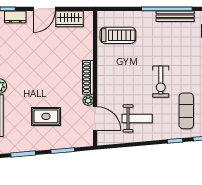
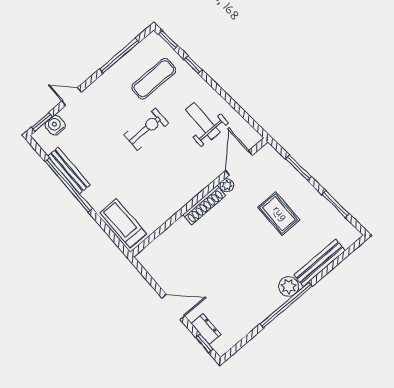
wardrobe: (69, 19) -> (162, 273), removed
treadmill: (118, 35) -> (123, 223), moved

